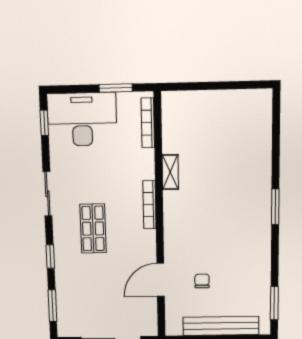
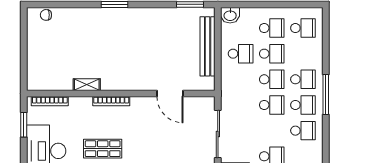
shop shelf: (93, 229) -> (103, 149), moved
chair: (202, 281) -> (46, 15), moved

